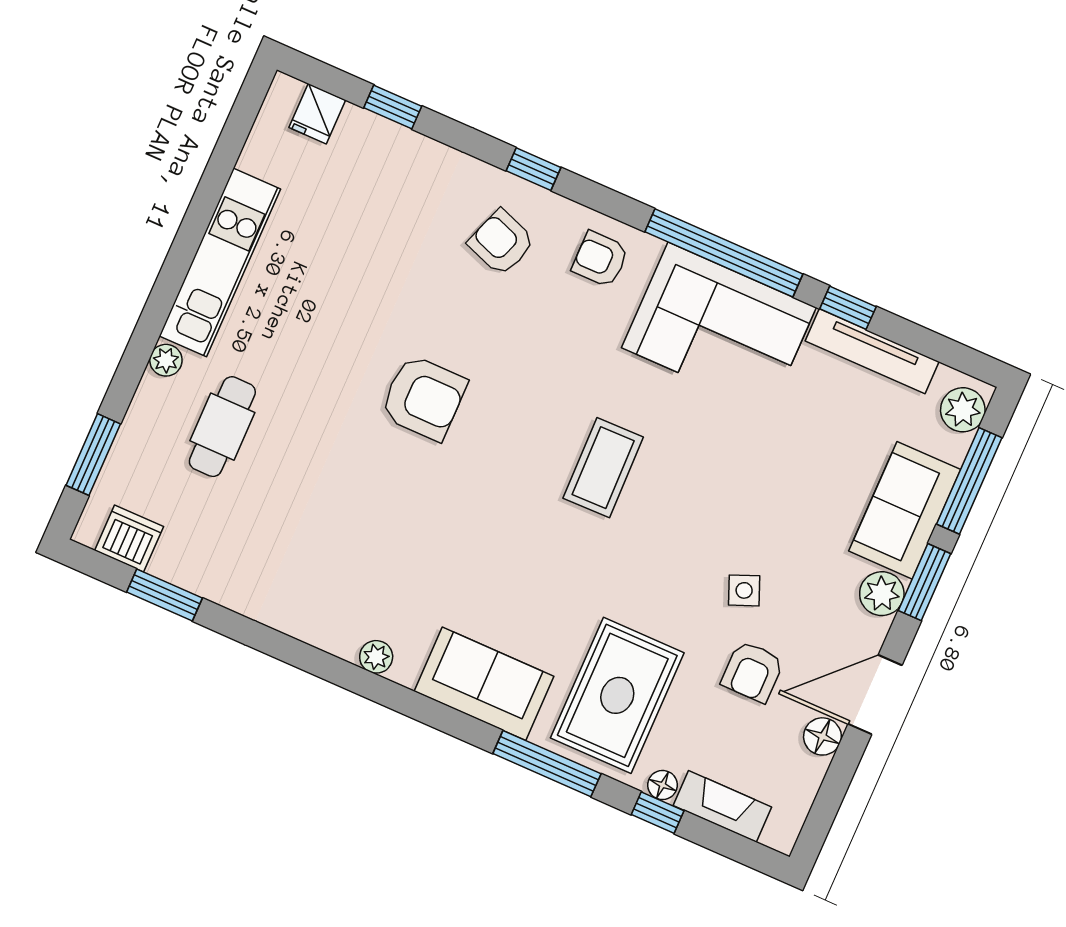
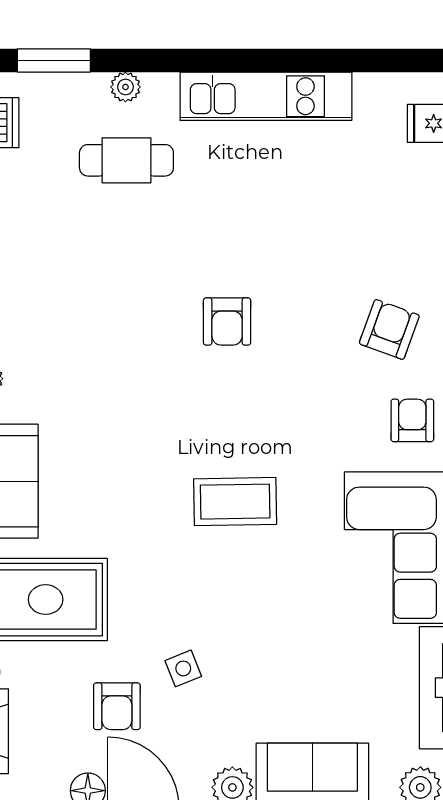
plant: (166, 360) -> (125, 87), moved
armchair: (424, 398) -> (227, 321), width x0.72, depth x0.72
armchair: (752, 672) -> (117, 706), turned -90

